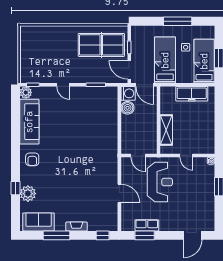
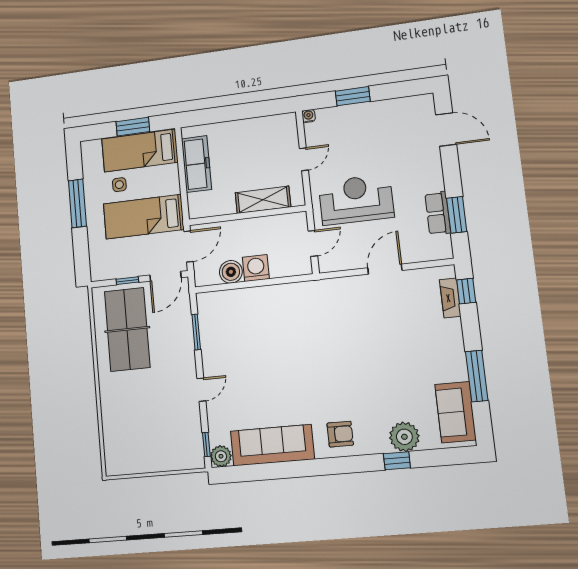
washing machine: (128, 93) -> (256, 268), moved
fireplace: (76, 226) -> (450, 298), moved

